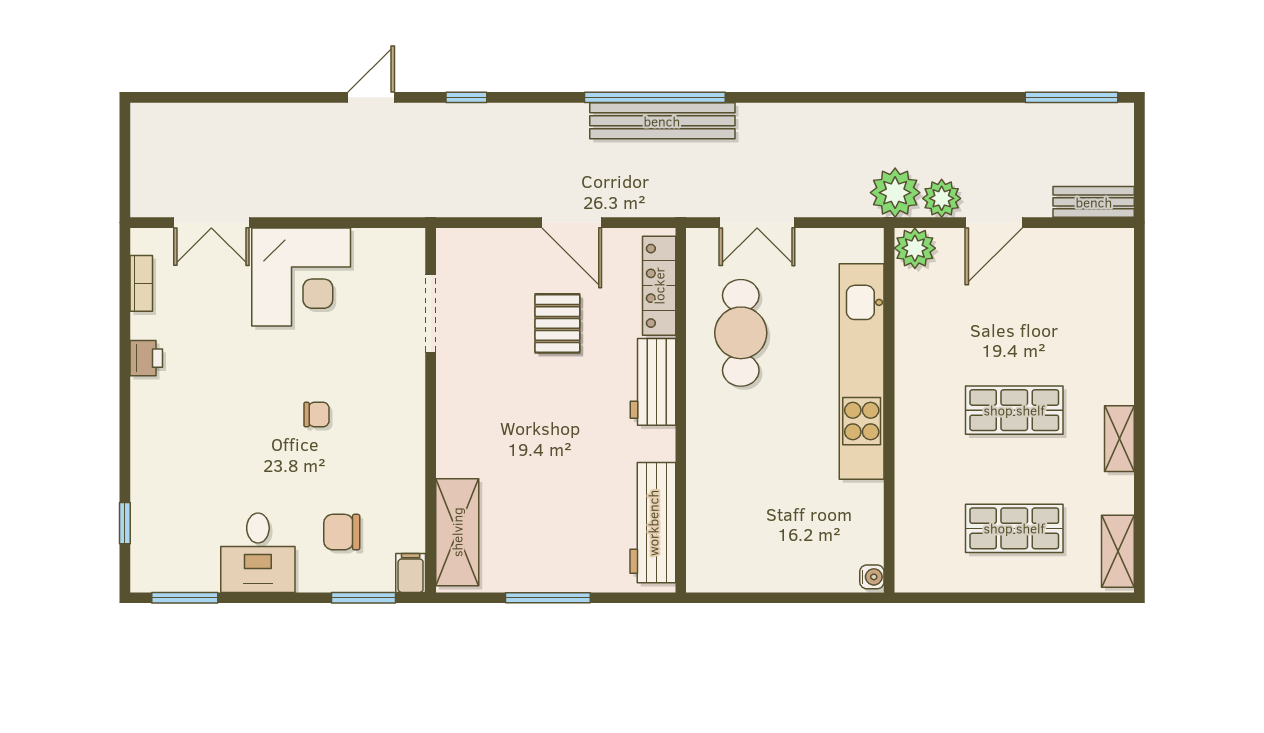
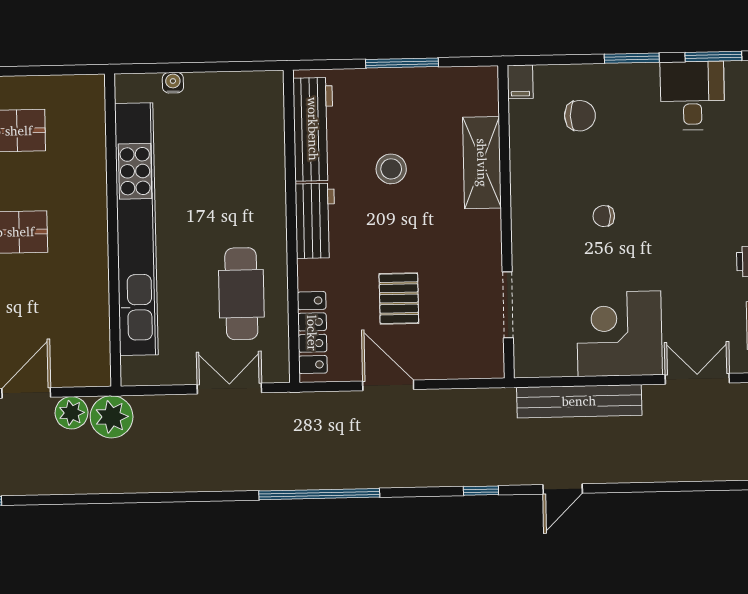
bench: (662, 121) -> (579, 401), moved
plant: (915, 248) -> (94, 369), removed
kitchen unit: (862, 371) -> (136, 229), width x1.36
workbench: (653, 382) -> (315, 221), moved
stool: (563, 475) -> (391, 169), added
shelving: (457, 532) -> (482, 163), moved
desk: (258, 553) -> (692, 96), moved
water cooler: (872, 577) -> (173, 83), moved, turned 90
window: (363, 598) -> (632, 58), moved

